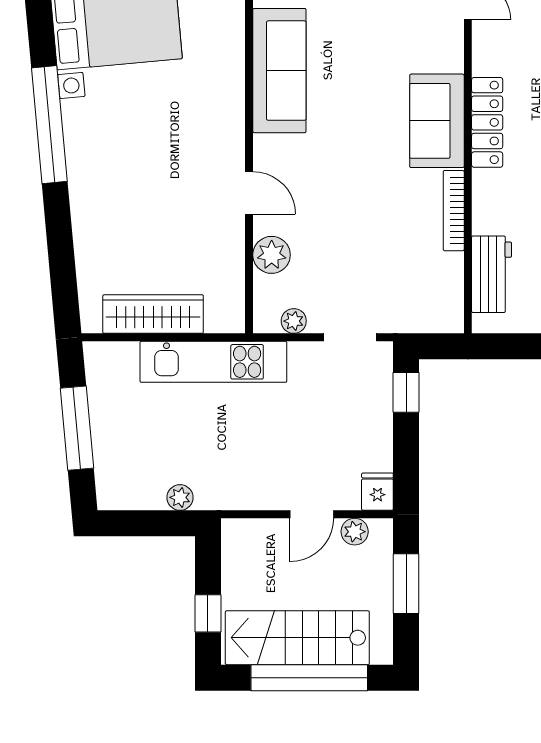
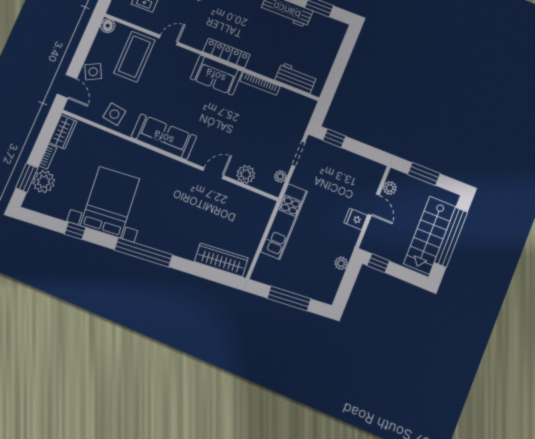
wardrobe: (153, 314) -> (221, 260), moved, turned 85
fridge: (377, 492) -> (356, 219), moved
window: (208, 613) -> (378, 263), moved

